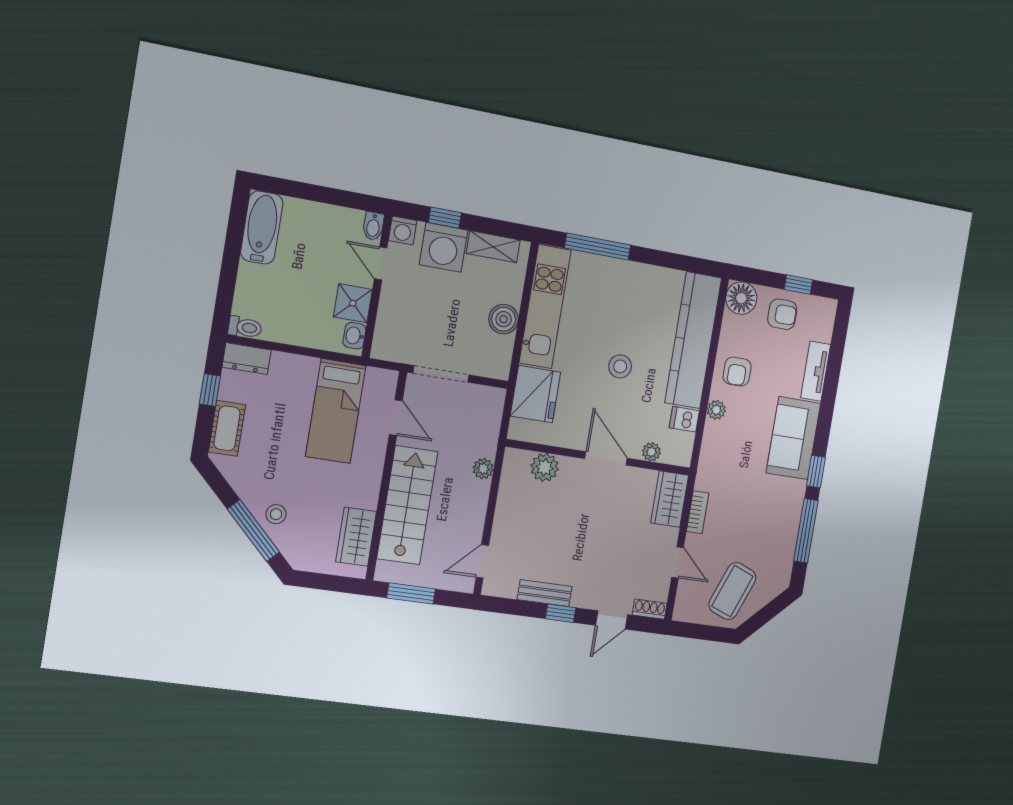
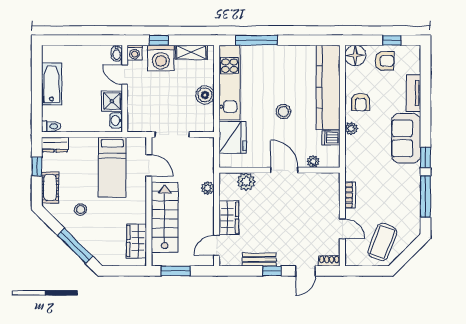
bathtub: (262, 228) -> (52, 84), moved
wardrobe: (670, 499) -> (229, 218), moved, turned 180
stool: (276, 514) -> (81, 210), moved

